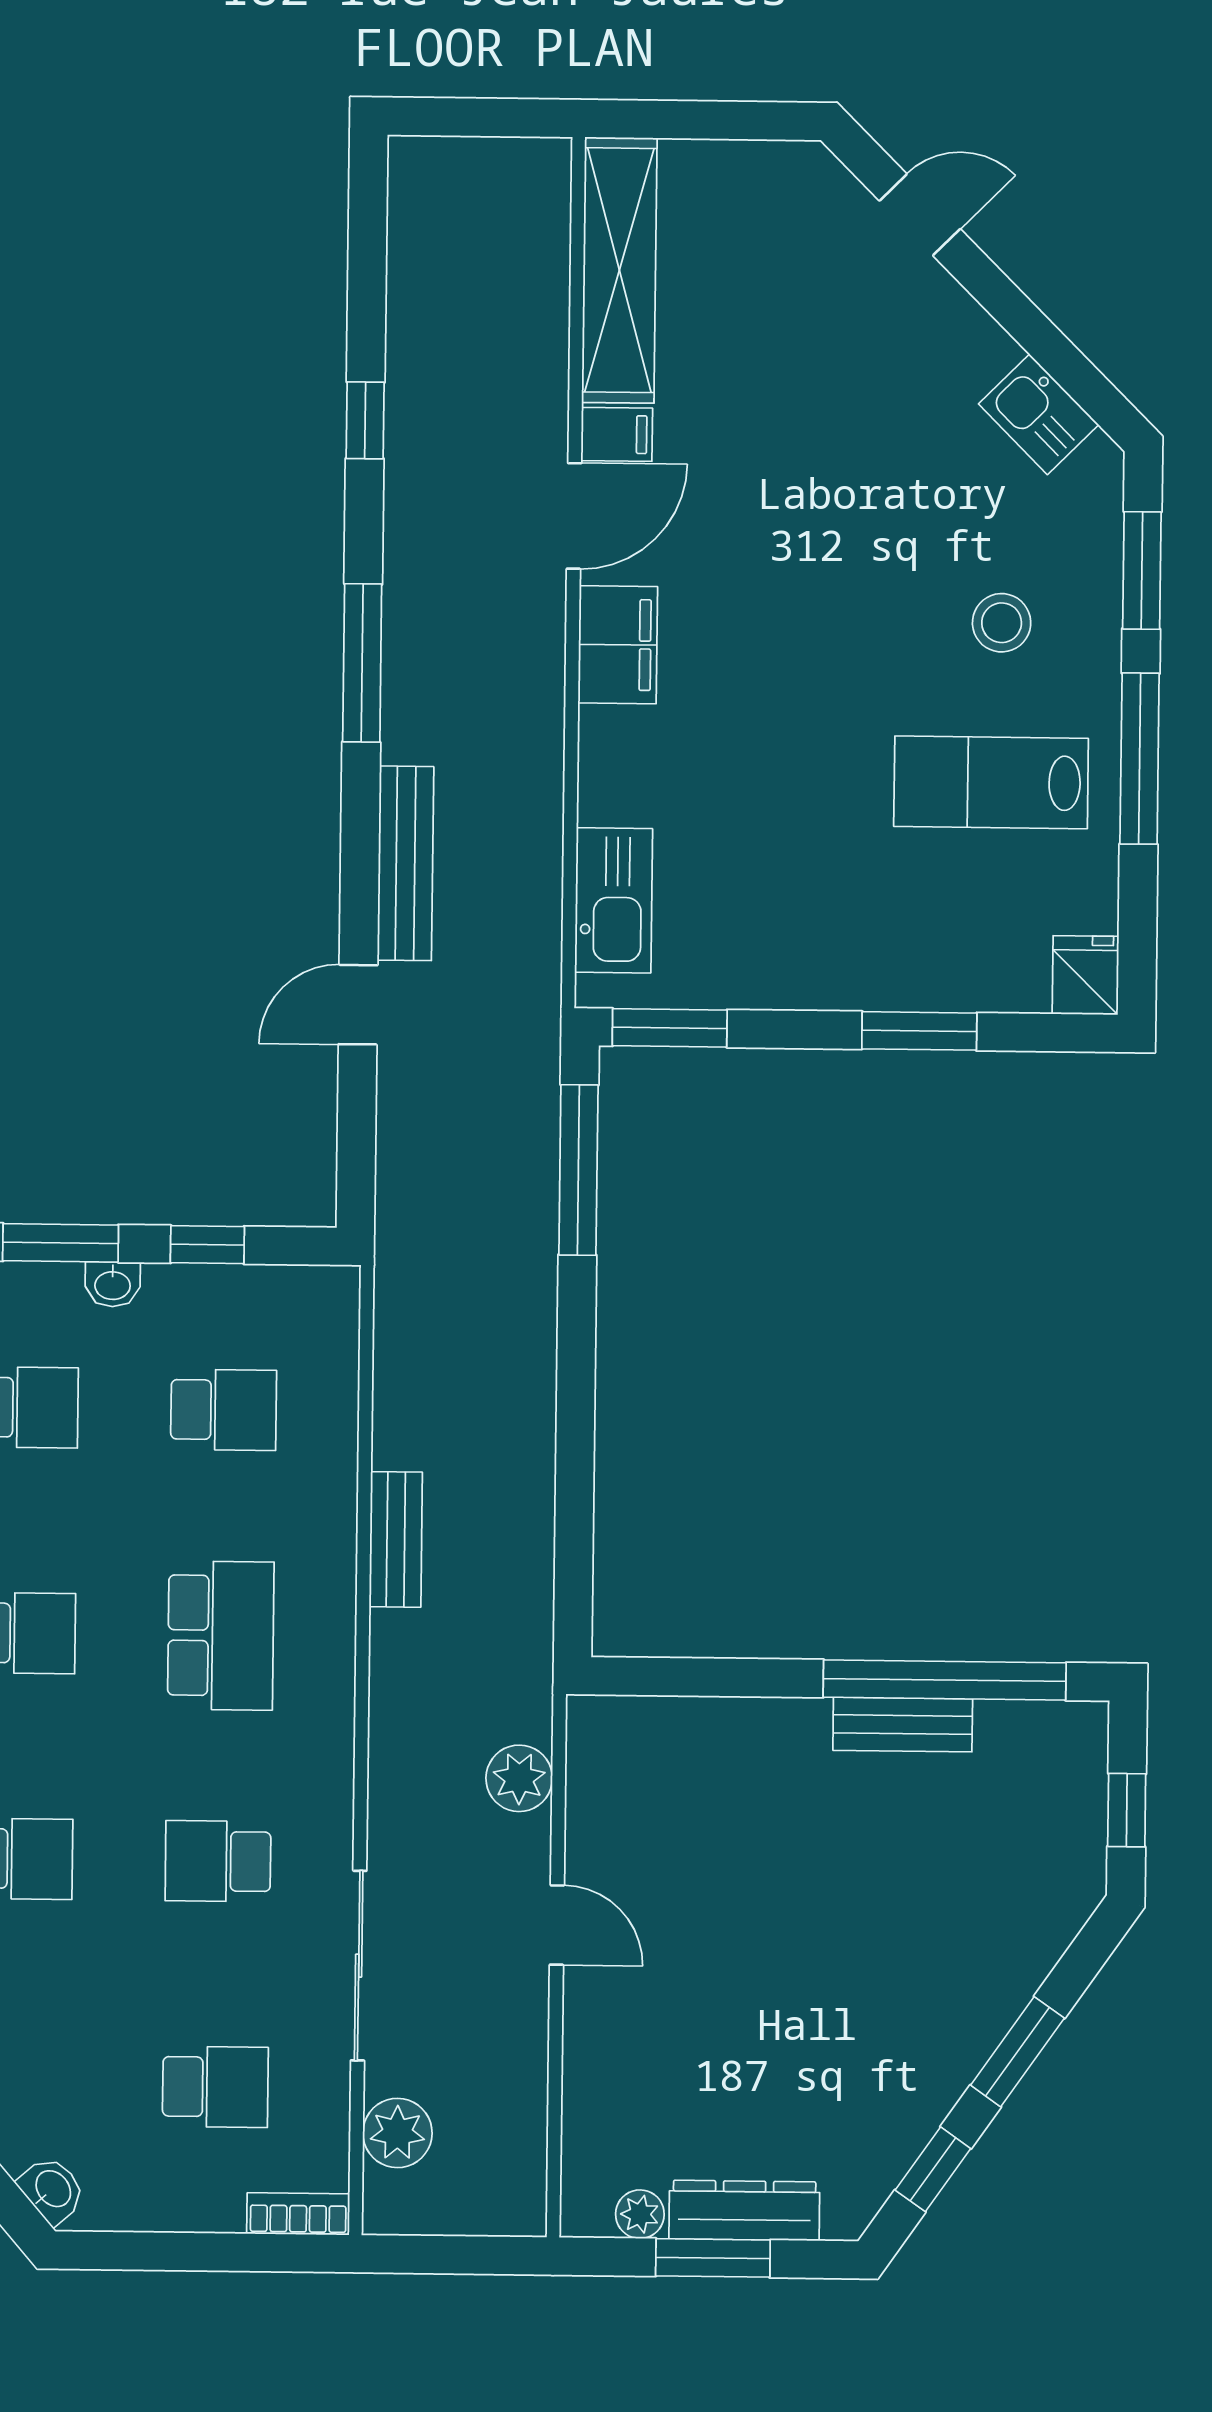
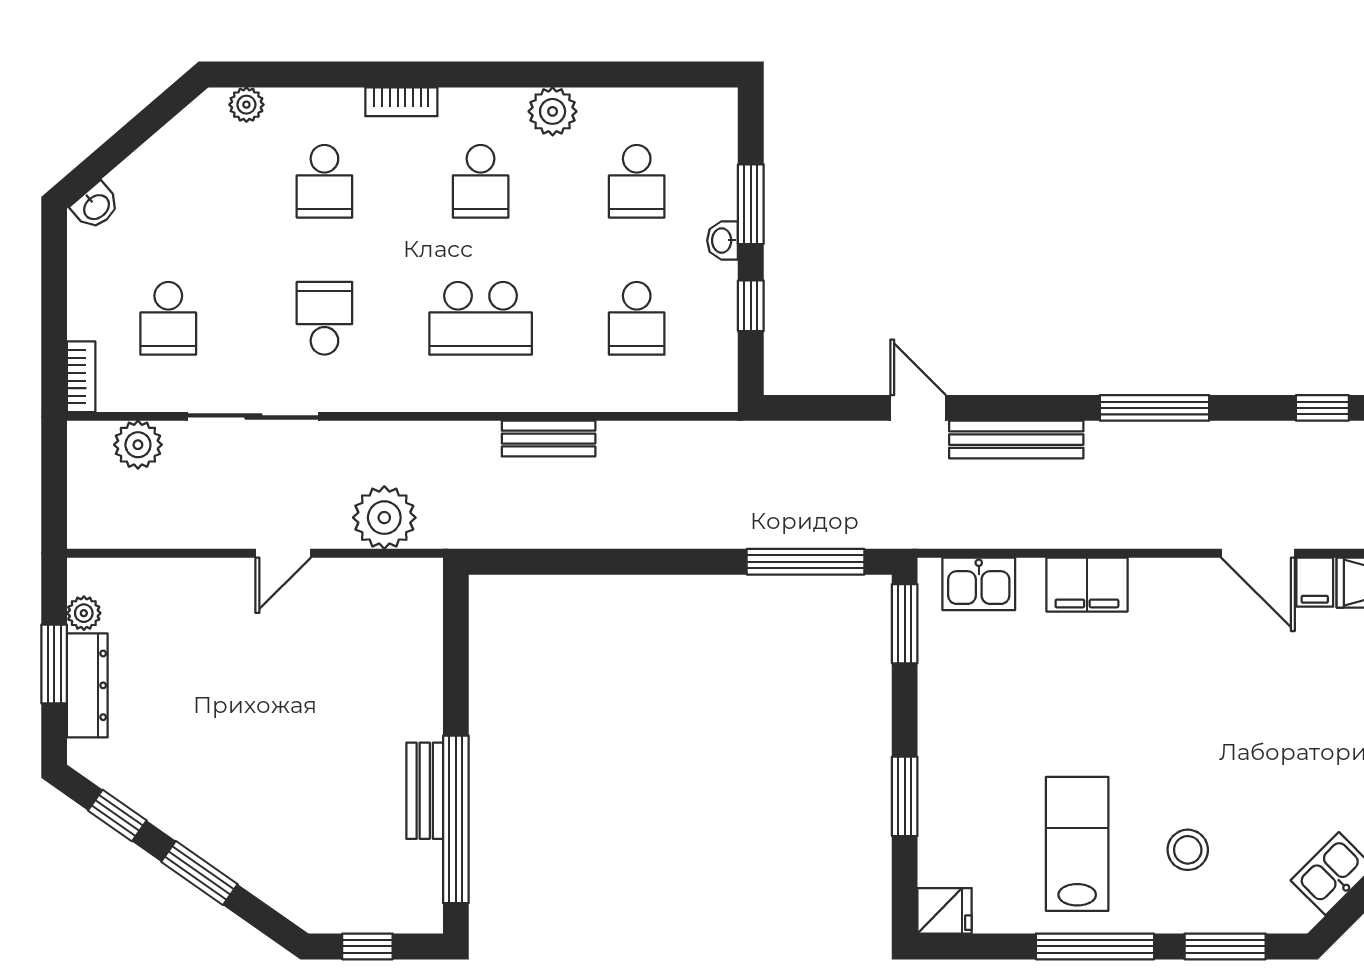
filing cabinet: (618, 645) -> (1087, 585), moved
kitchen sink: (614, 900) -> (979, 584), width x0.73
plant: (519, 1778) -> (384, 518), width x1.36, depth x1.36

